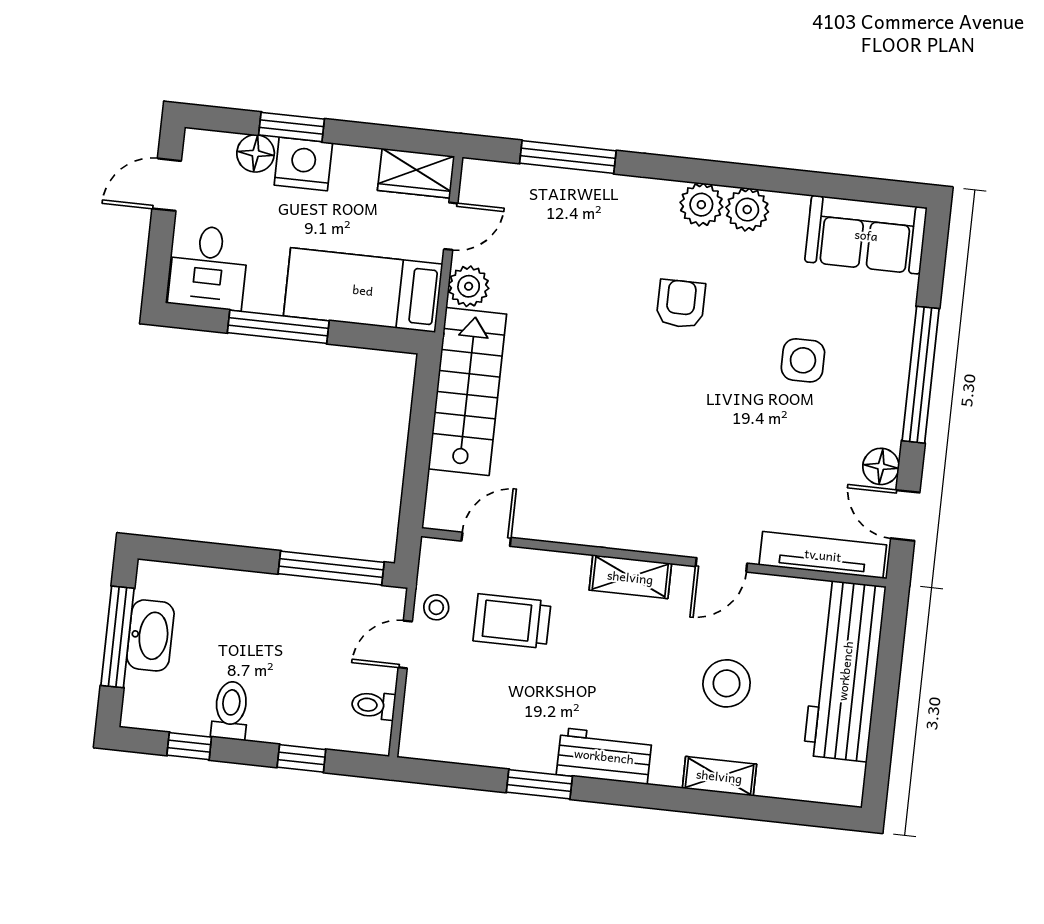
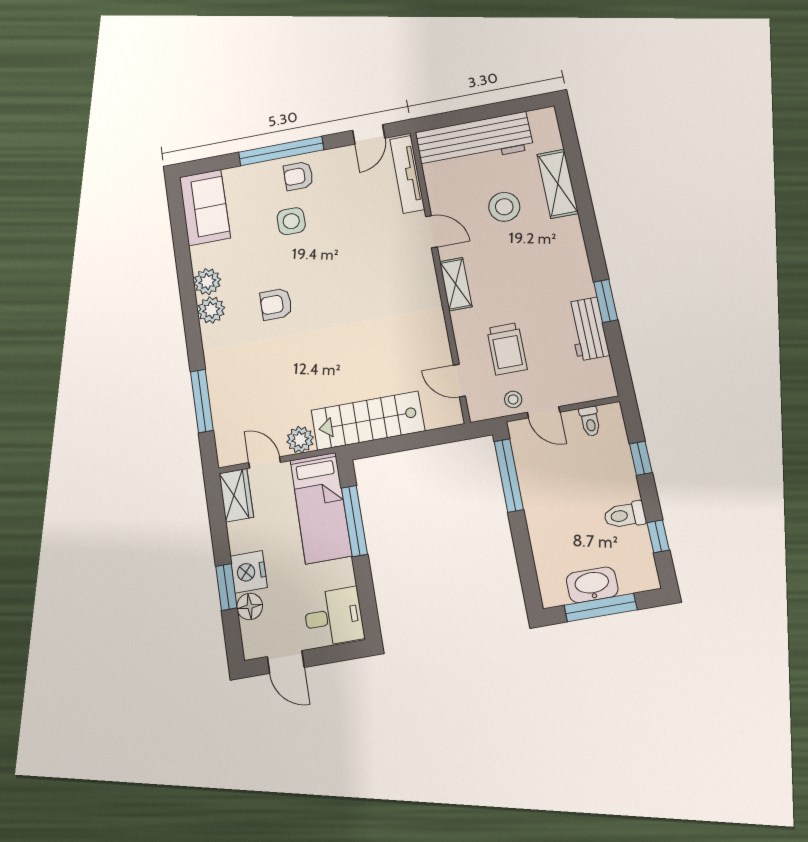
window: (278, 327) -> (354, 521), moved
armchair: (872, 390) -> (298, 176), added
floor lamp: (881, 466) -> (343, 157), removed
workbench: (604, 756) -> (588, 329), moved
shelving: (719, 776) -> (558, 184), width x1.50, depth x1.33

